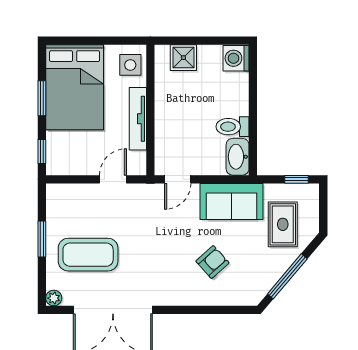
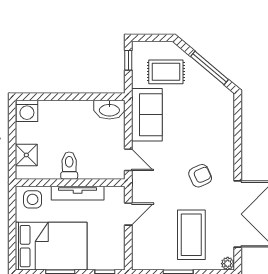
toilet: (233, 127) -> (69, 166), moved, turned 180
door: (113, 179) -> (128, 214), swing flipped
armchair: (212, 262) -> (200, 176), moved, turned 108

